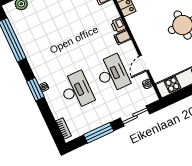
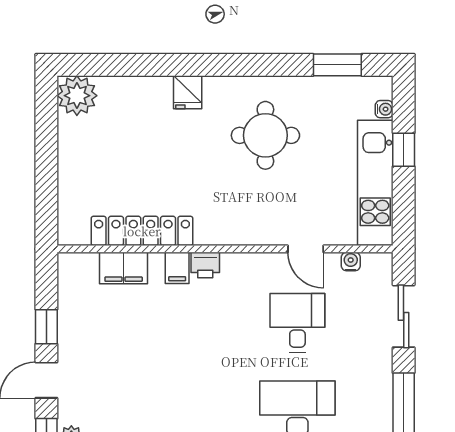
filing cabinet: (122, 37) -> (177, 268), moved
desk: (112, 74) -> (297, 323), width x0.73

